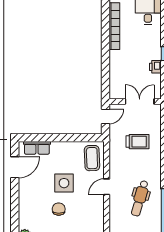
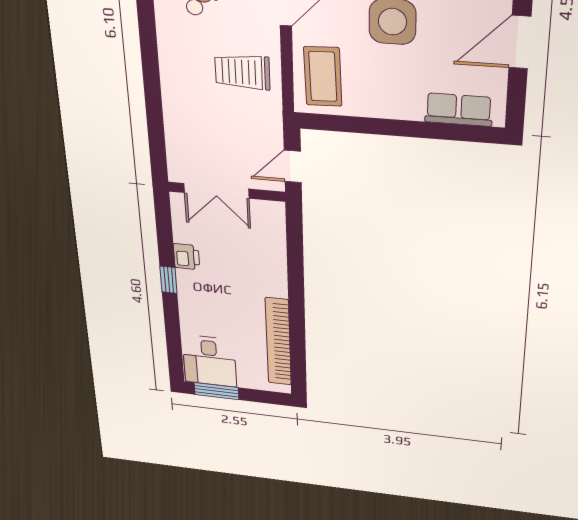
trolley: (138, 142) -> (242, 72), moved
door: (15, 167) -> (520, 42), moved

